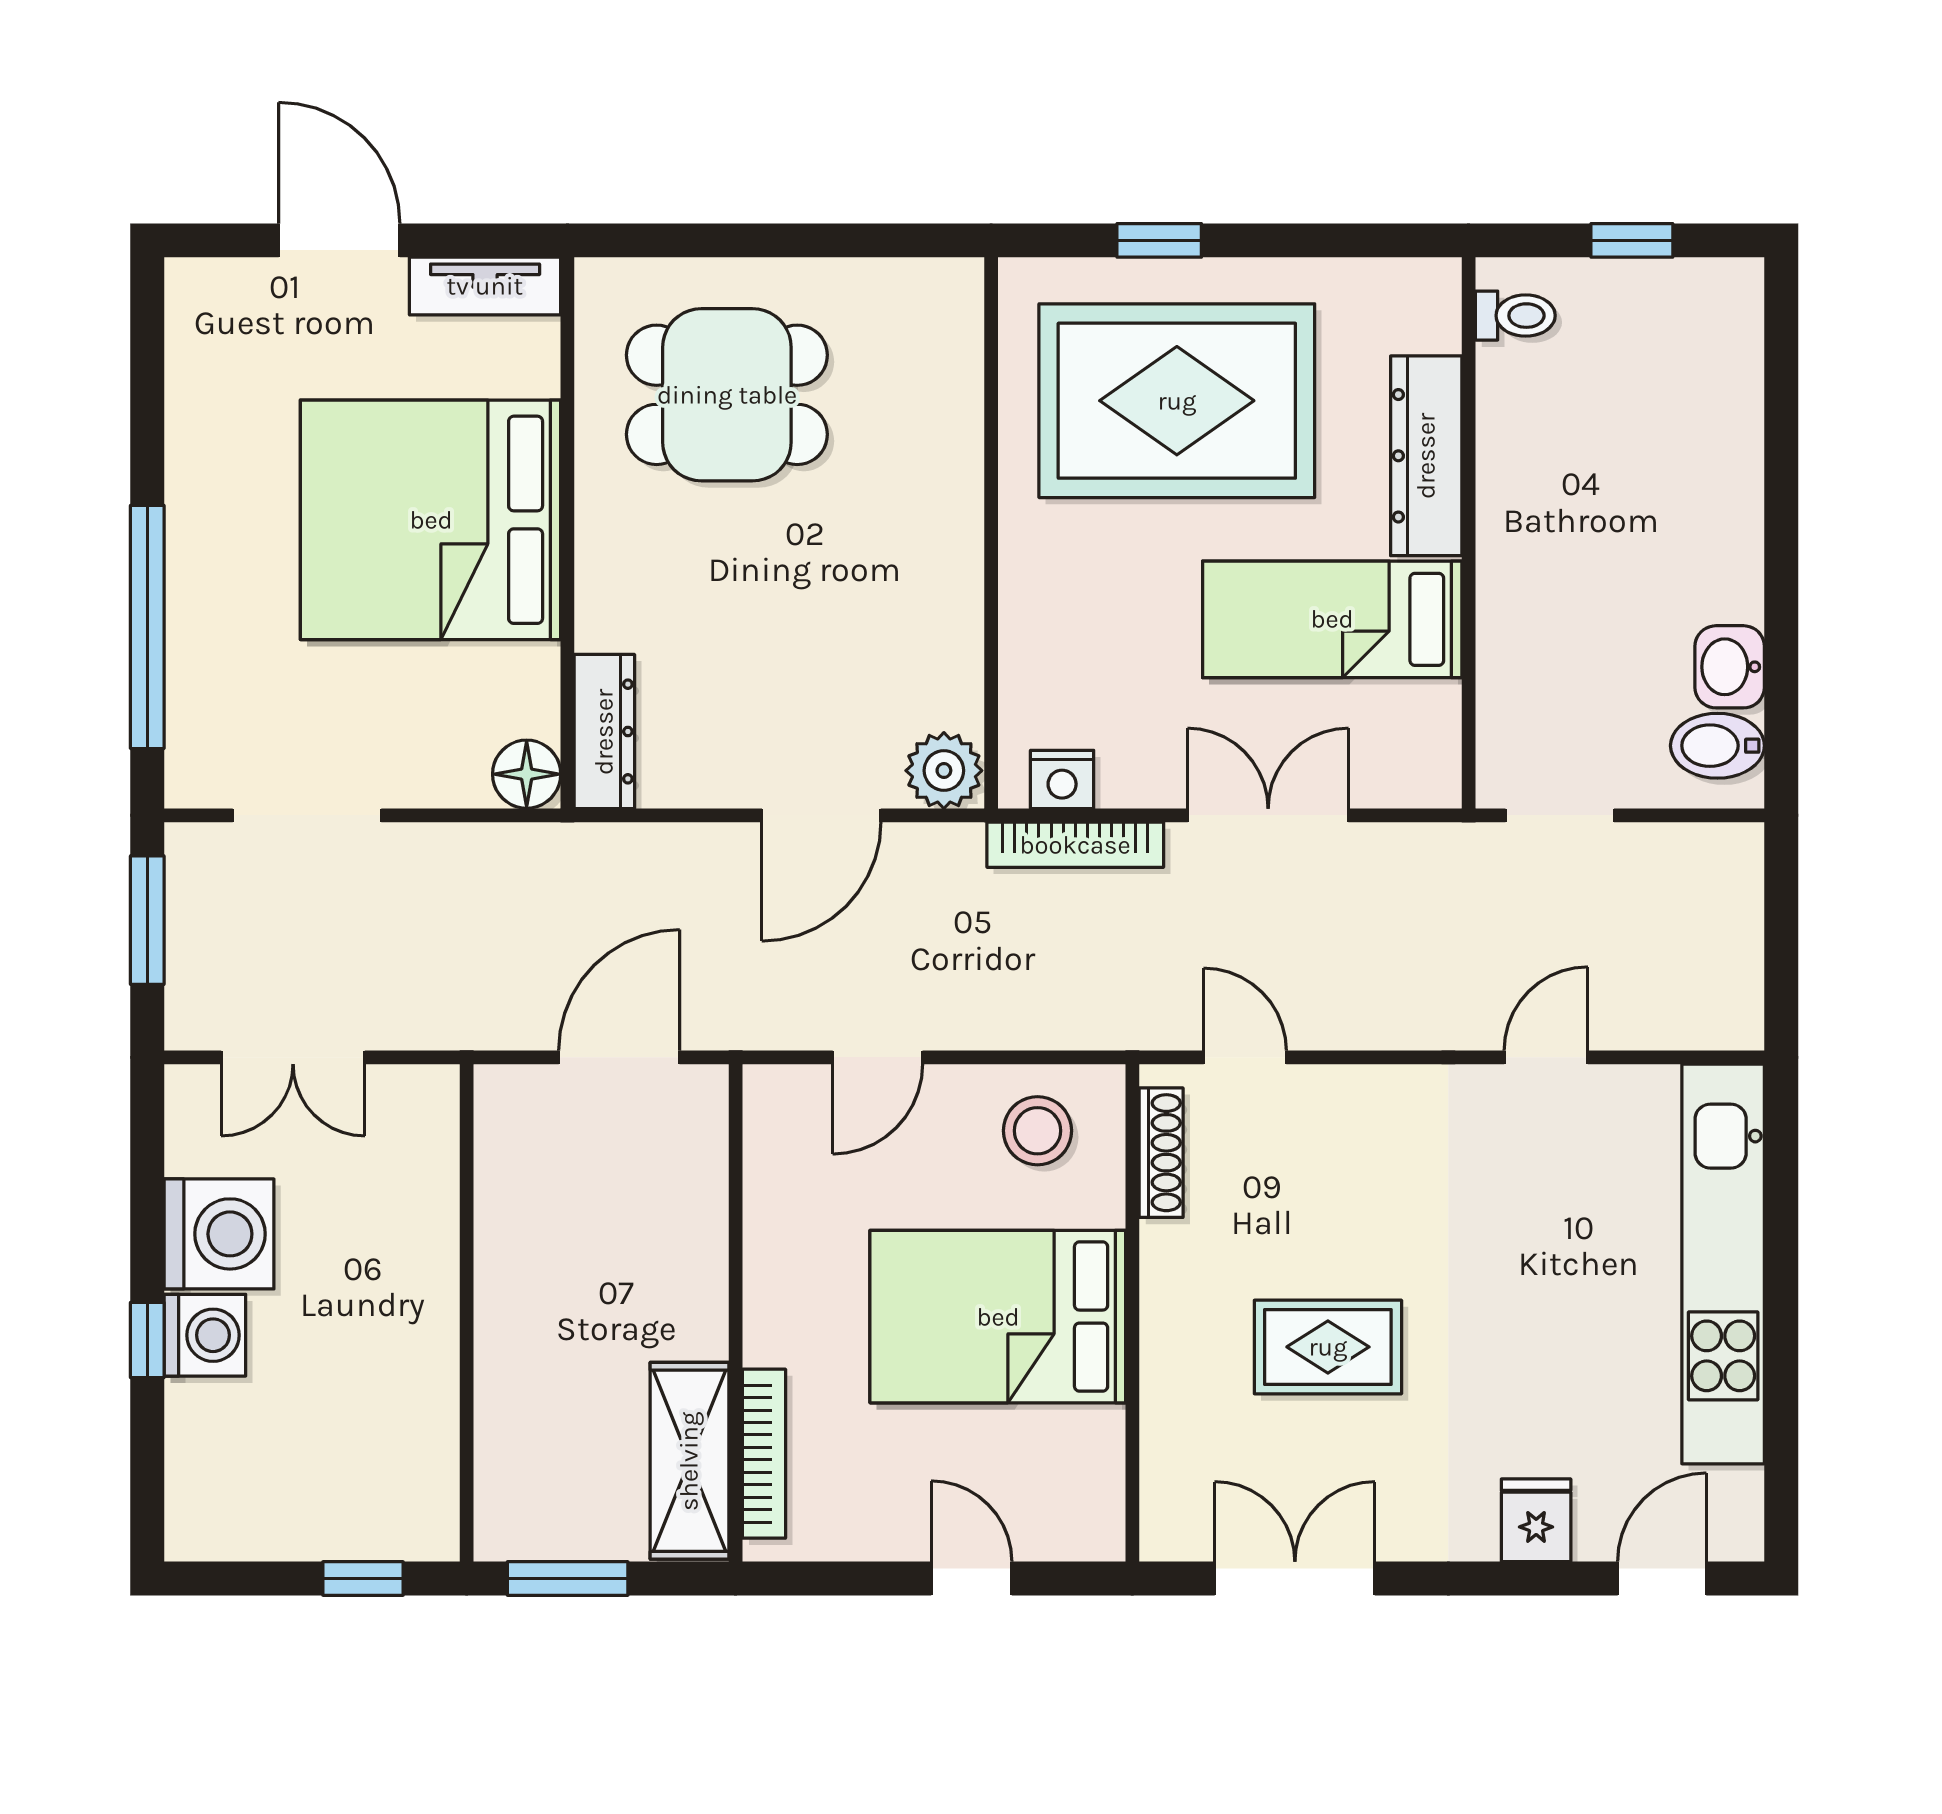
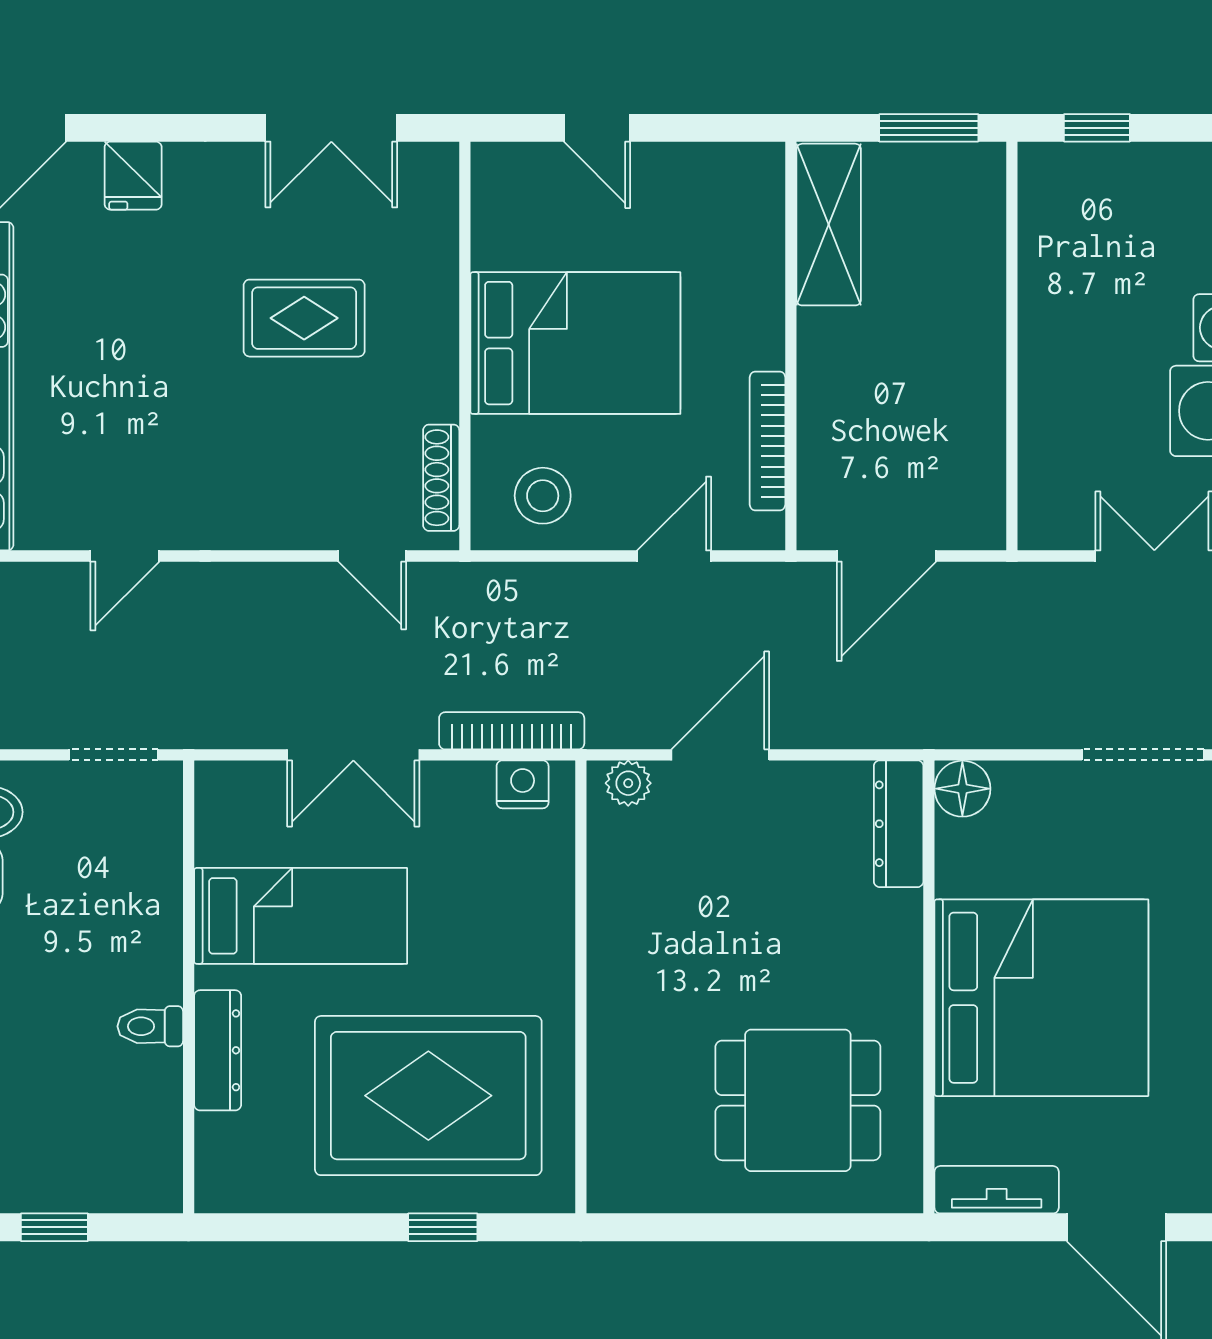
toilet: (1515, 316) -> (150, 1026), moved
dresser: (1426, 456) -> (218, 1050), width x0.73, depth x0.80
plant: (944, 771) -> (628, 783), width x0.73, depth x0.73
bookcase: (764, 1454) -> (767, 441), moved

